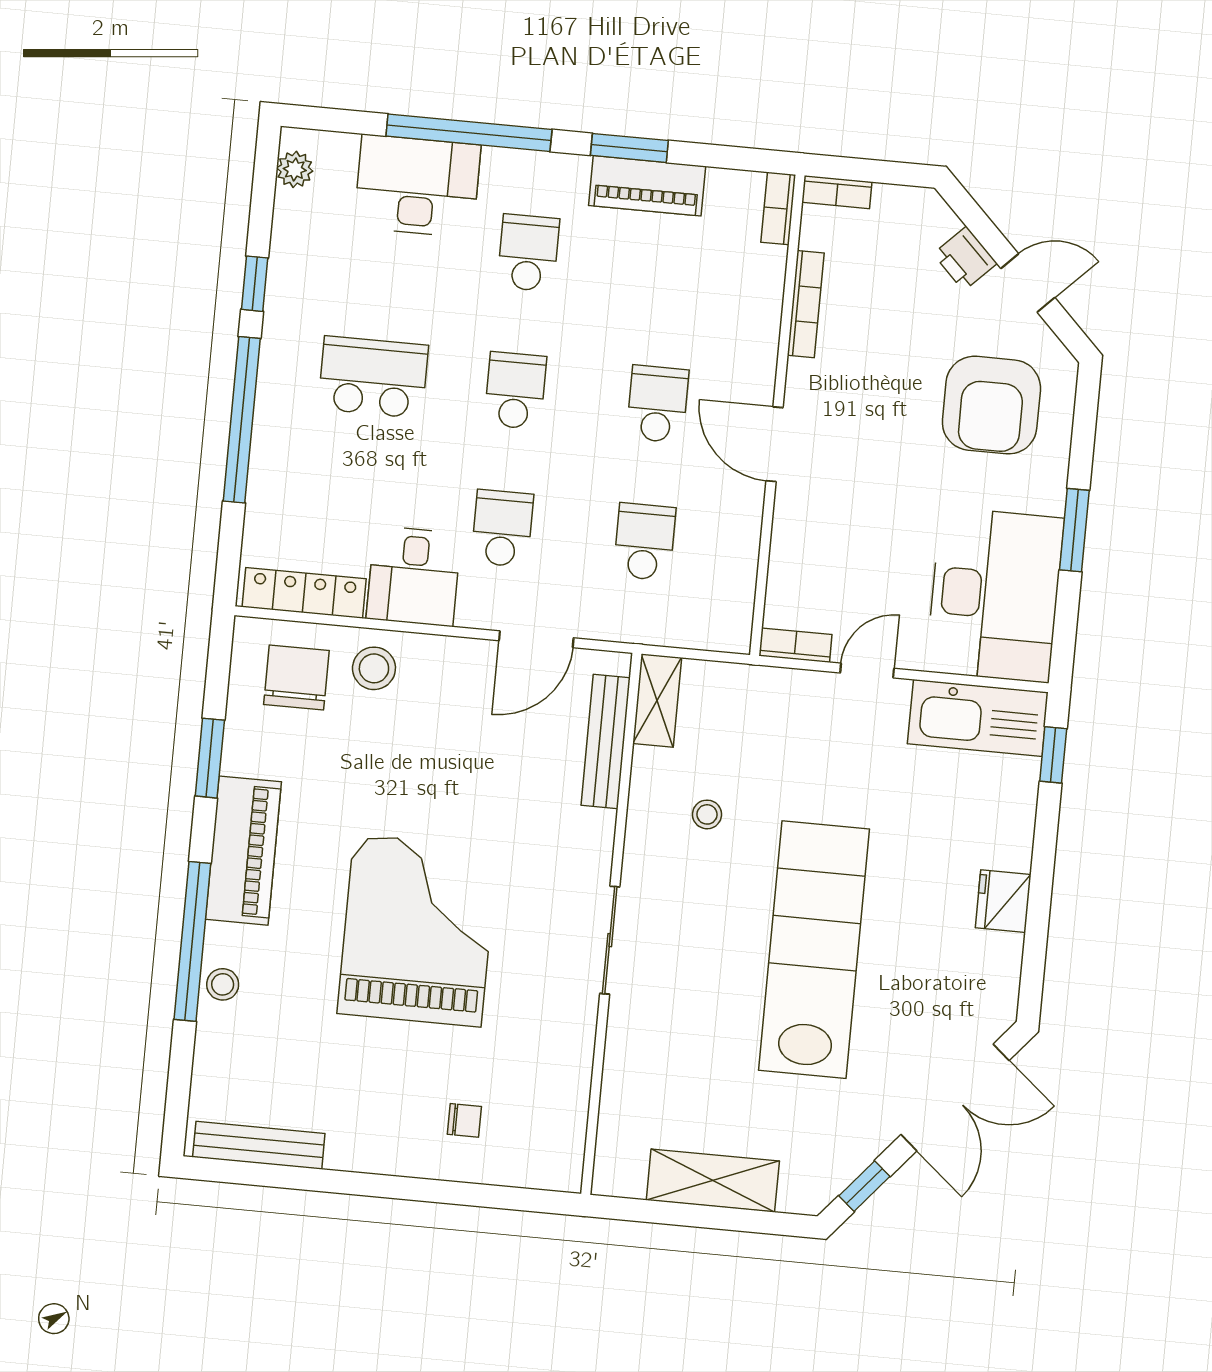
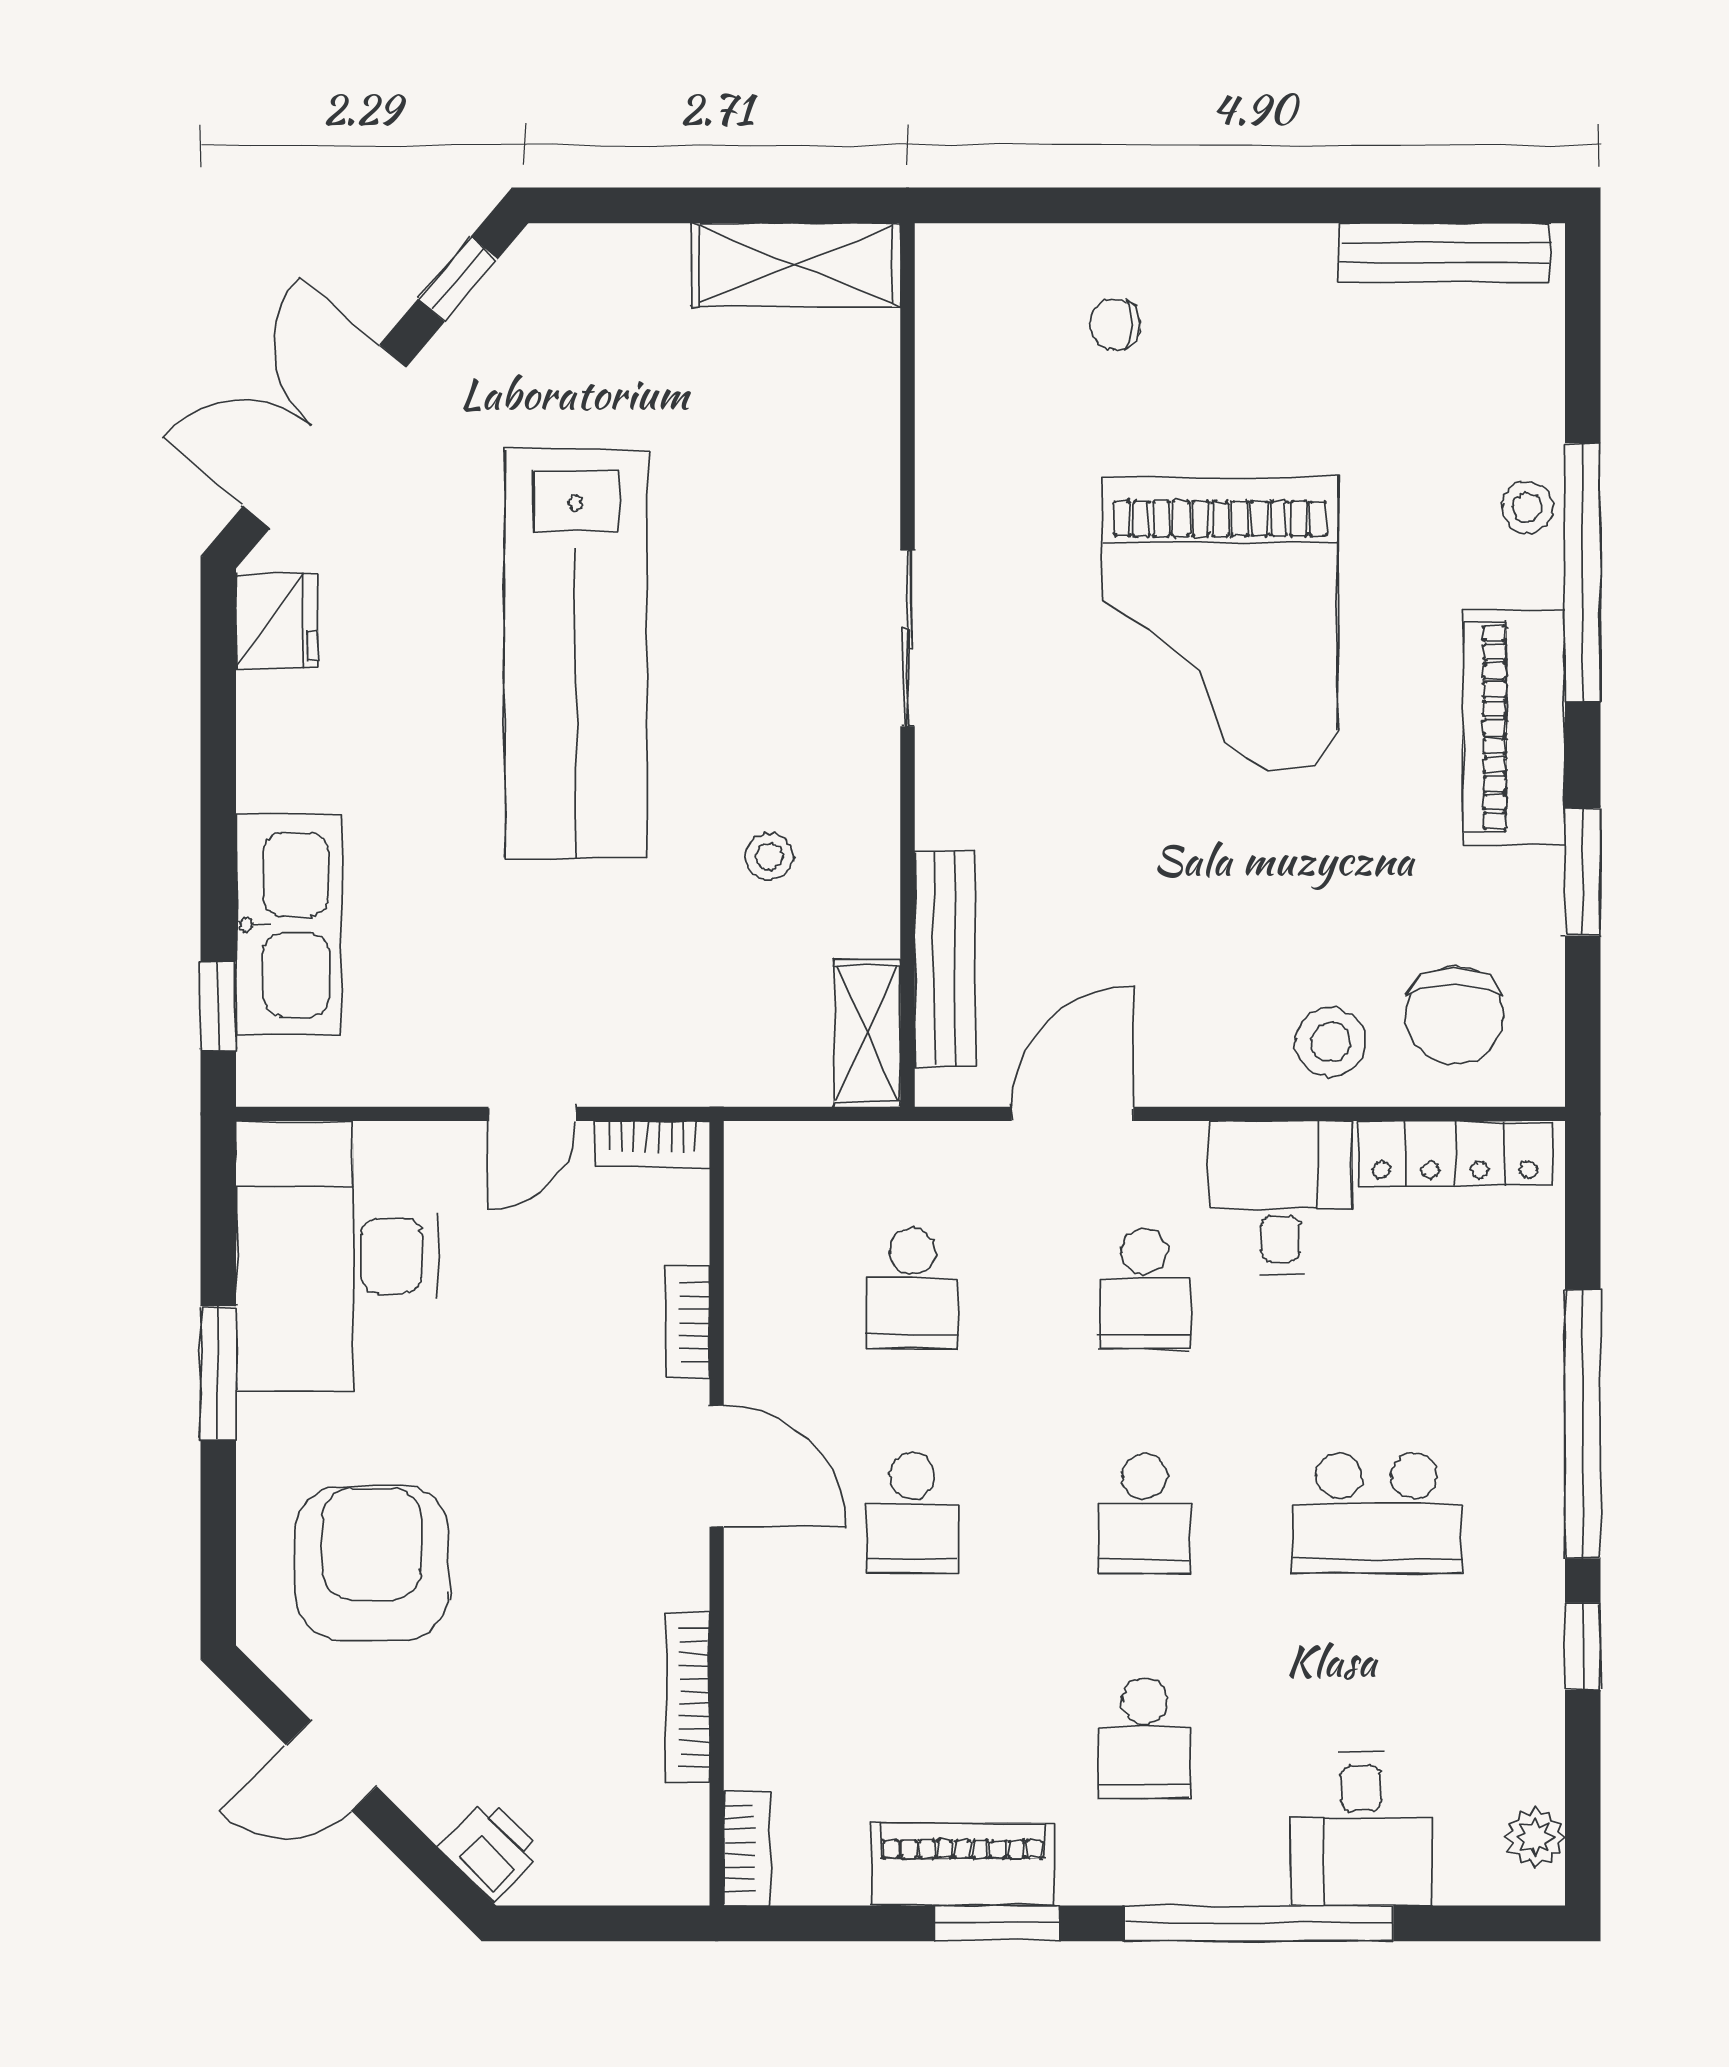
desk: (417, 186) -> (1361, 1829), width x0.73
bookcase: (837, 192) -> (688, 1322), moved, turned -90
printer: (965, 259) -> (491, 1850), moved
kitchen sink: (978, 718) -> (289, 925), moved, turned 90
fridge: (1003, 901) -> (277, 621), moved
shelving: (713, 1181) -> (796, 265), moved

